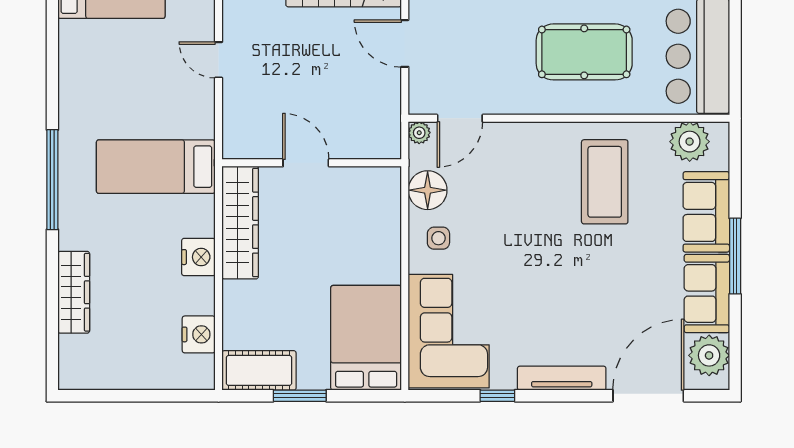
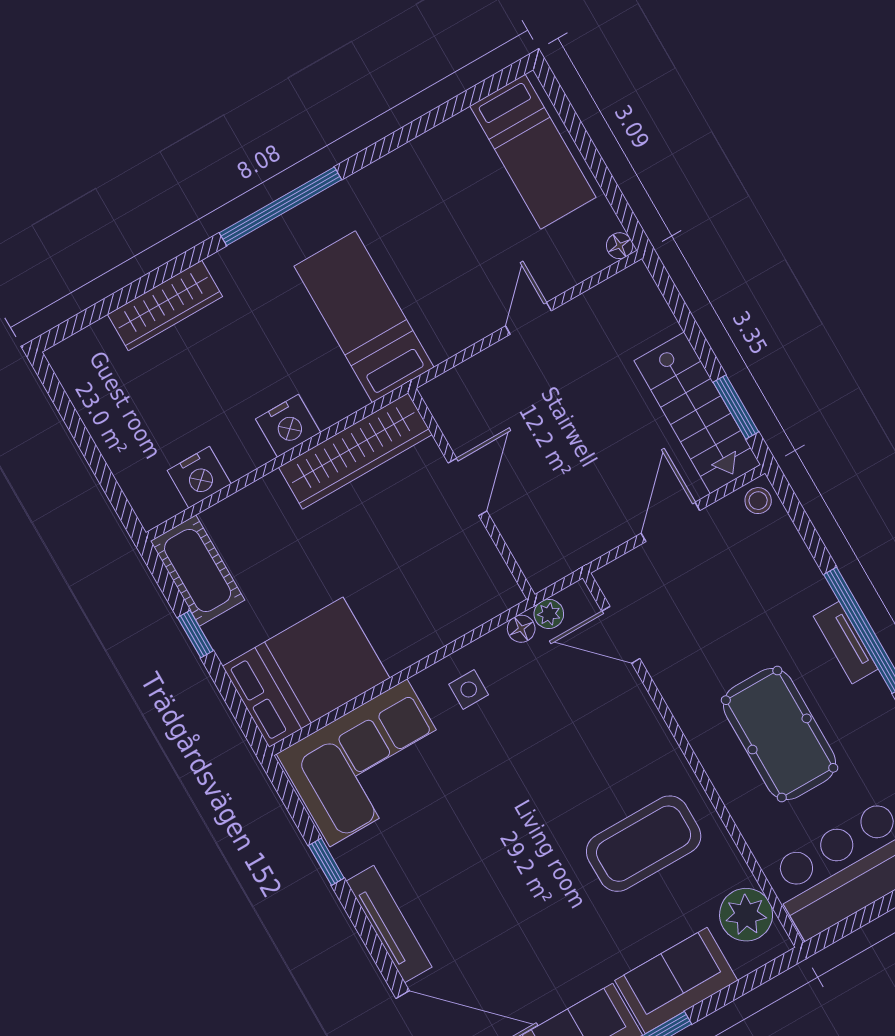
plant: (419, 133) -> (549, 614), moved
floor lamp: (428, 190) -> (521, 629), width x0.53, depth x0.53
window: (300, 396) -> (195, 634), width x0.67

